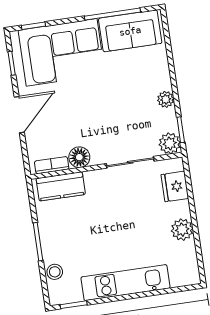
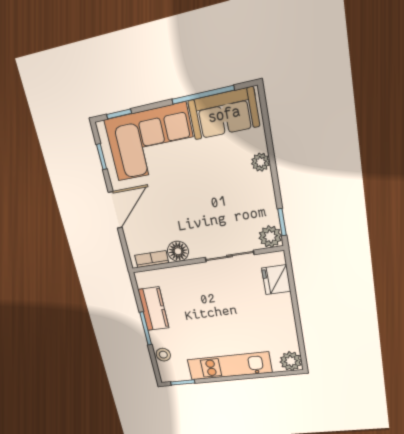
plant: (166, 99) -> (261, 162), moved
kitchen counter: (61, 186) -> (153, 309), moved, turned -90
plant: (182, 230) -> (291, 361), moved

